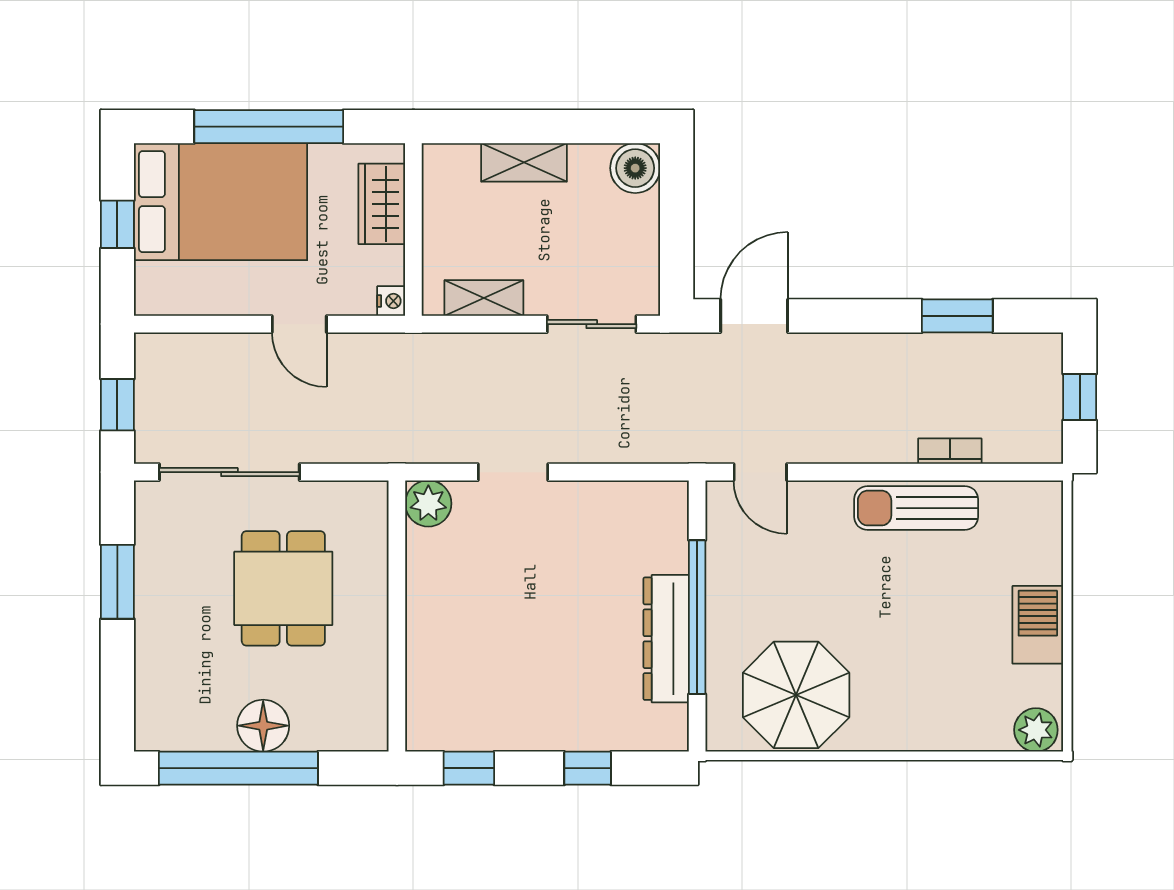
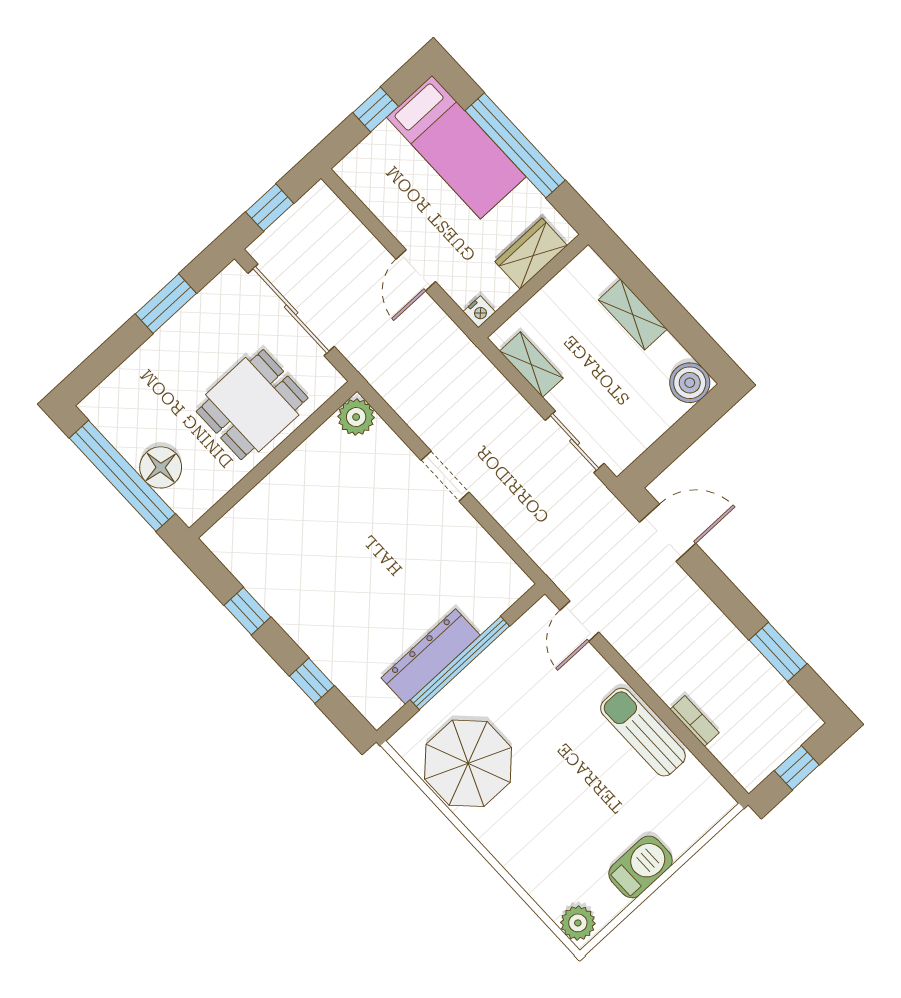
bed: (220, 202) -> (456, 147), width x0.67
plant: (428, 503) -> (356, 417), moved
wall: (397, 616) -> (273, 460), moved

